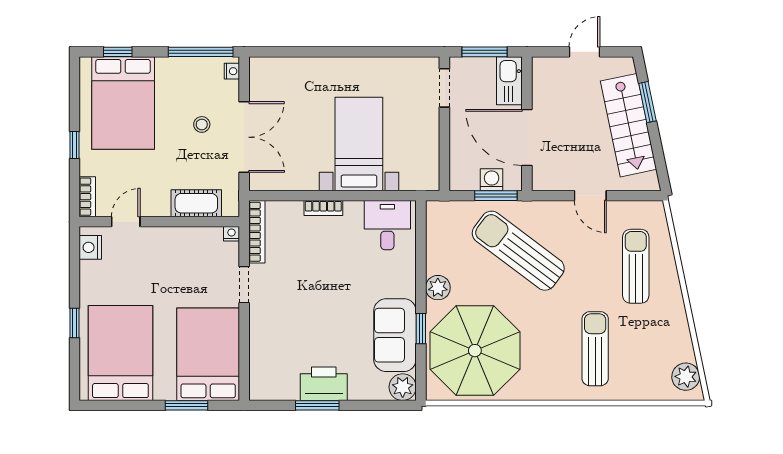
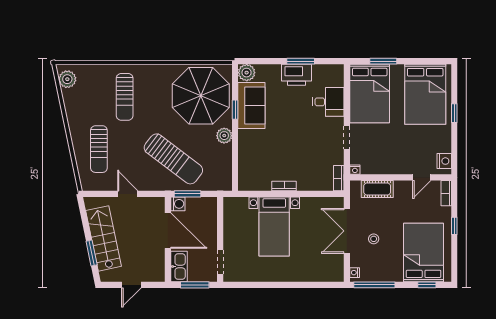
washing machine: (492, 180) -> (178, 204), moved, turned -90
bookcase: (323, 208) -> (284, 186), moved
desk: (387, 225) -> (328, 102), moved, turned -90
bookcase: (257, 232) -> (339, 178), width x0.64

